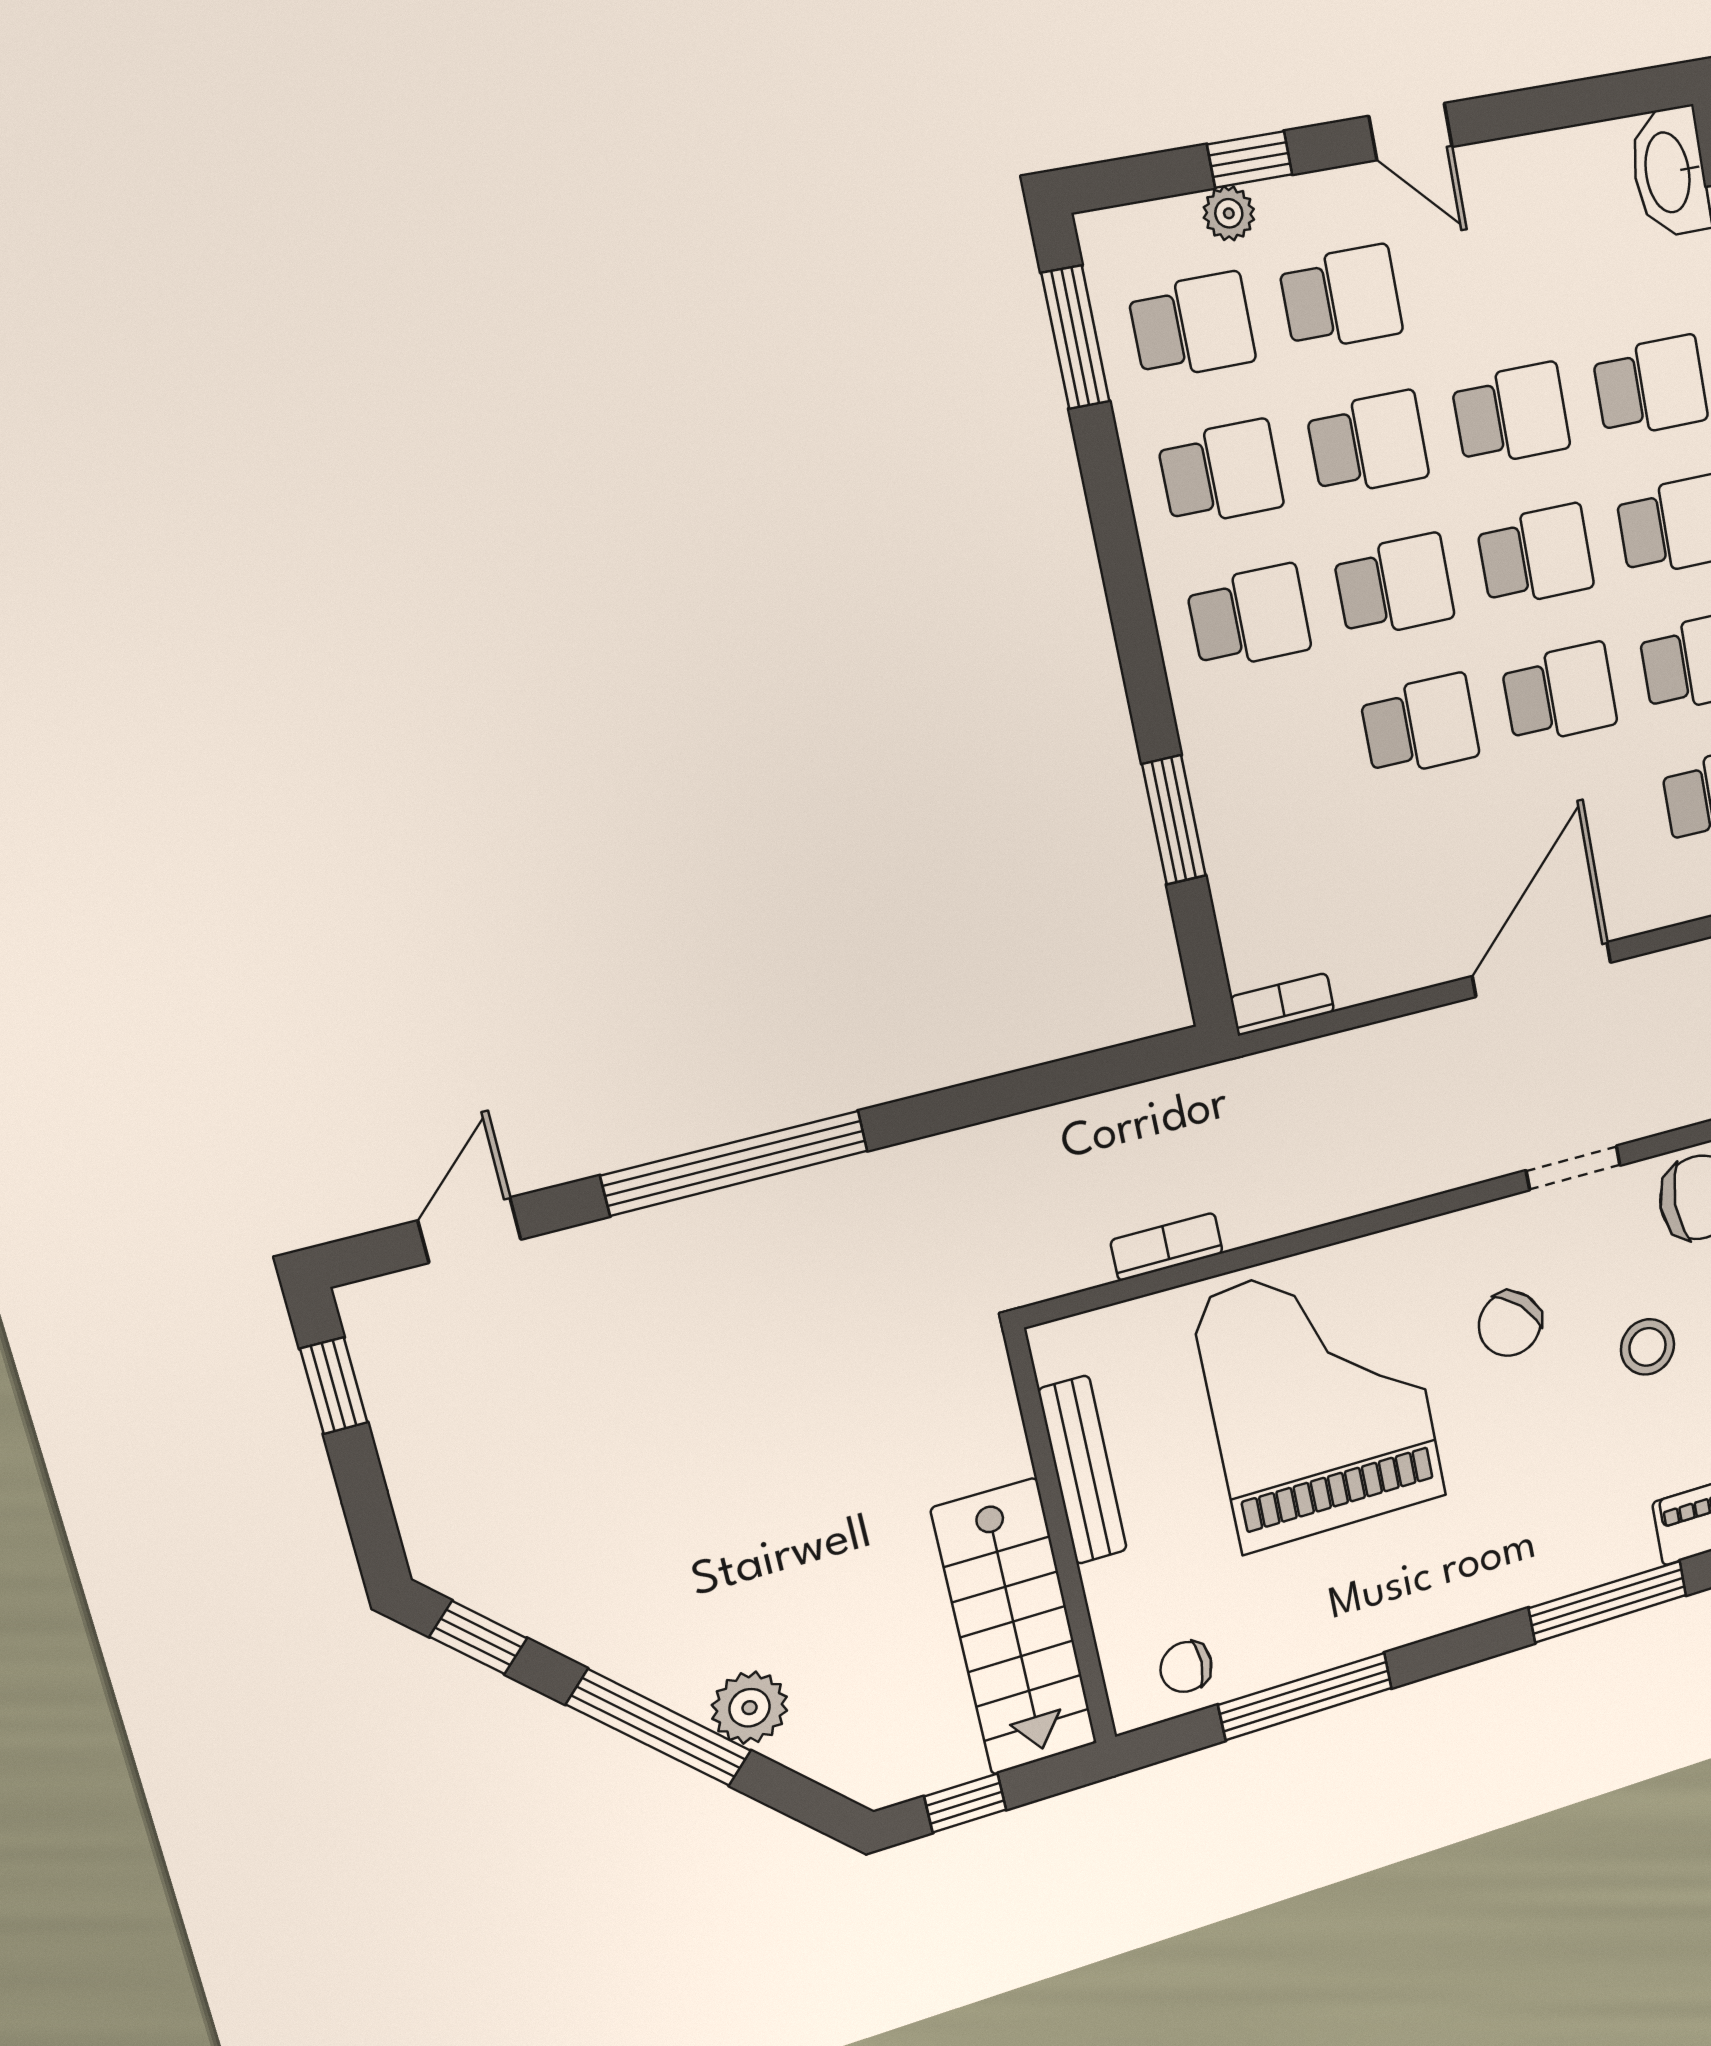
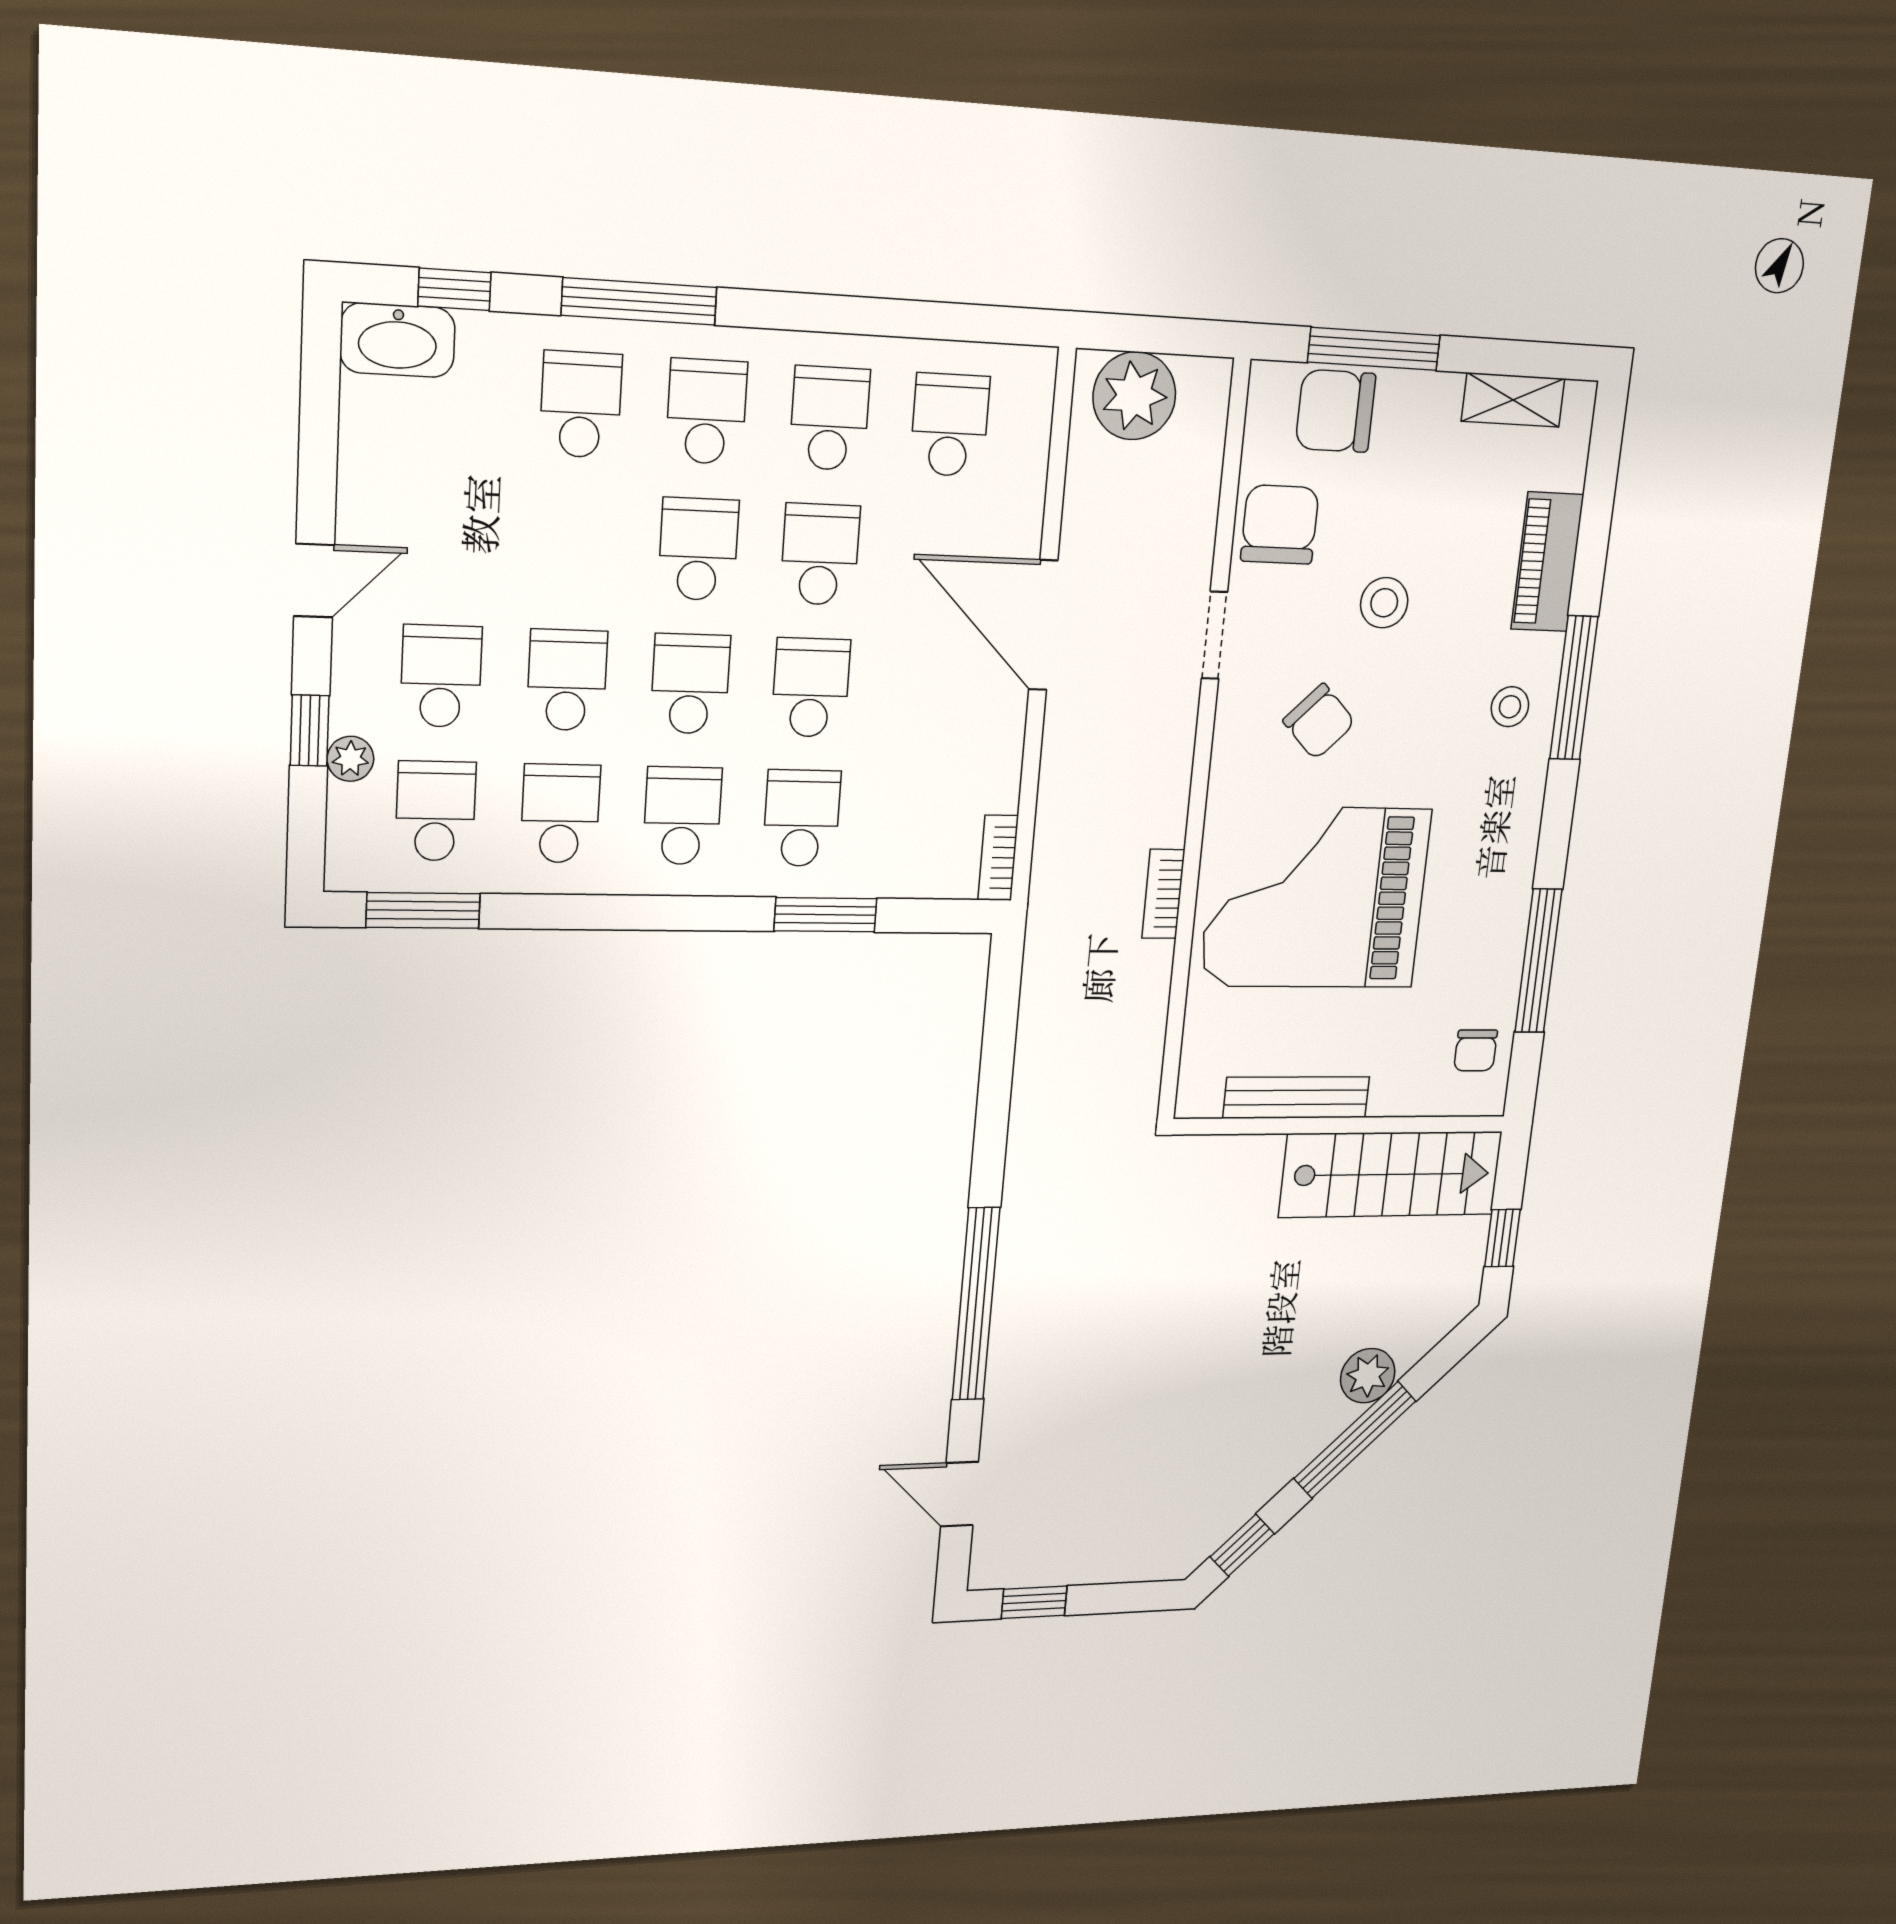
school desk: (1511, 415) -> (802, 818), moved
bookcase: (1167, 1247) -> (1163, 894), moved
stool: (1573, 1537) -> (1510, 707), added

